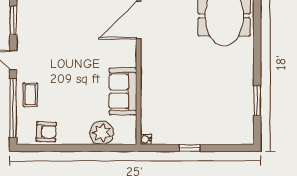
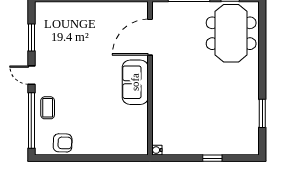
sofa: (123, 91) -> (135, 82), moved
plant: (102, 133) -> (115, 144), removed
window: (190, 148) -> (212, 158), moved

